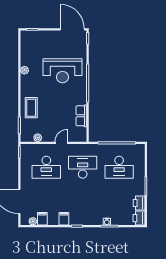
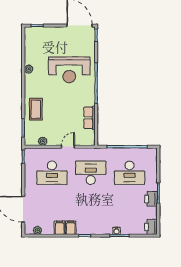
printer: (139, 203) -> (151, 199), moved
filing cabinet: (42, 219) -> (60, 228), moved

